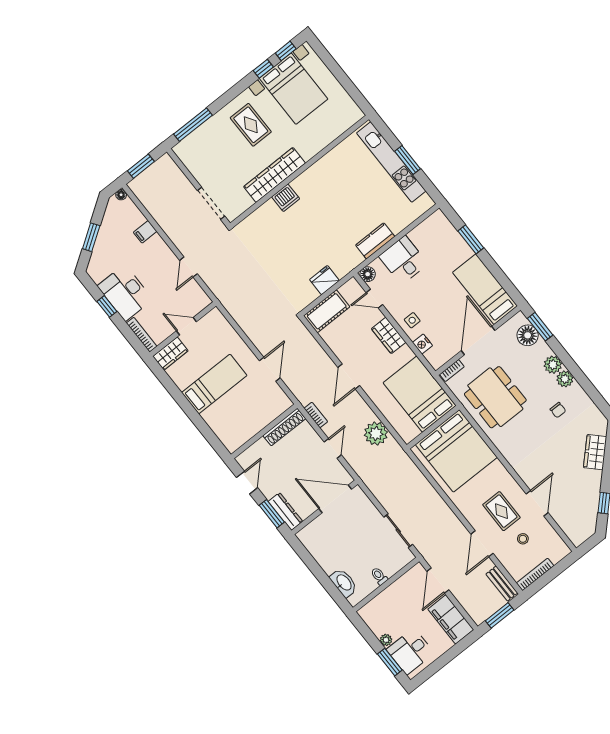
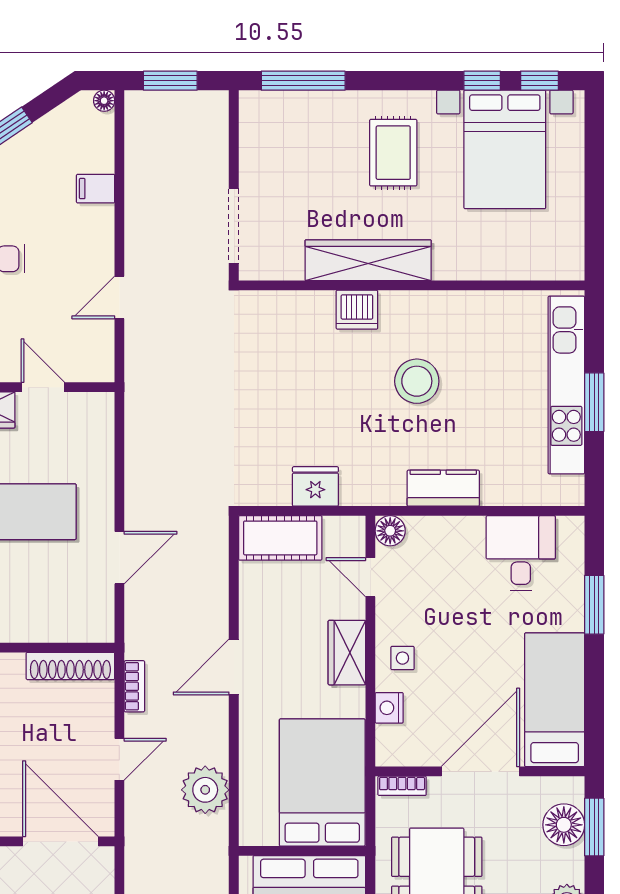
stool: (331, 207) -> (417, 381), added
desk: (403, 260) -> (521, 553), moved

